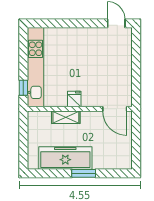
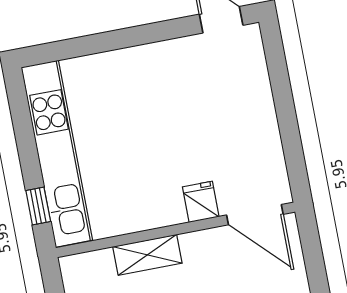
fridge: (74, 99) -> (201, 202), moved

